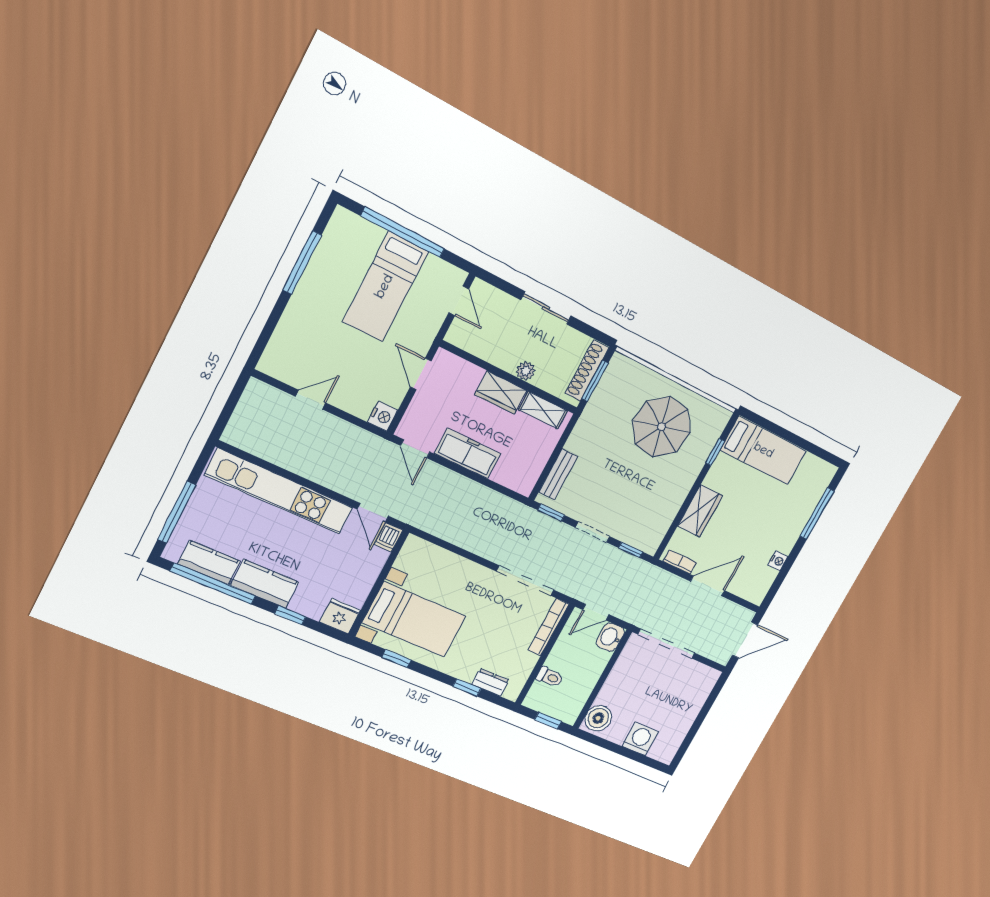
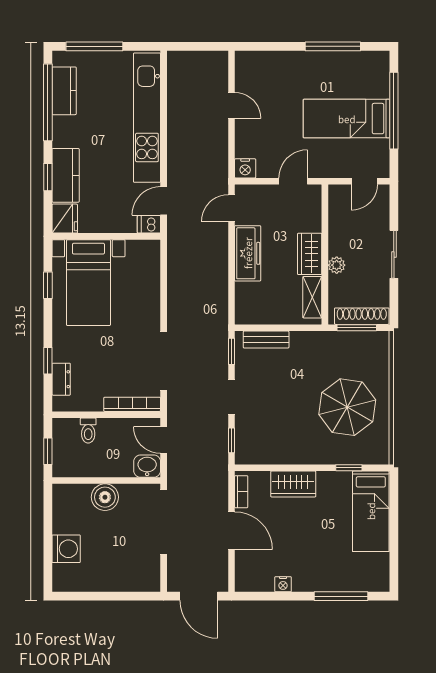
kitchen counter: (265, 584) -> (66, 175), moved
boiler: (598, 718) -> (105, 497), moved

